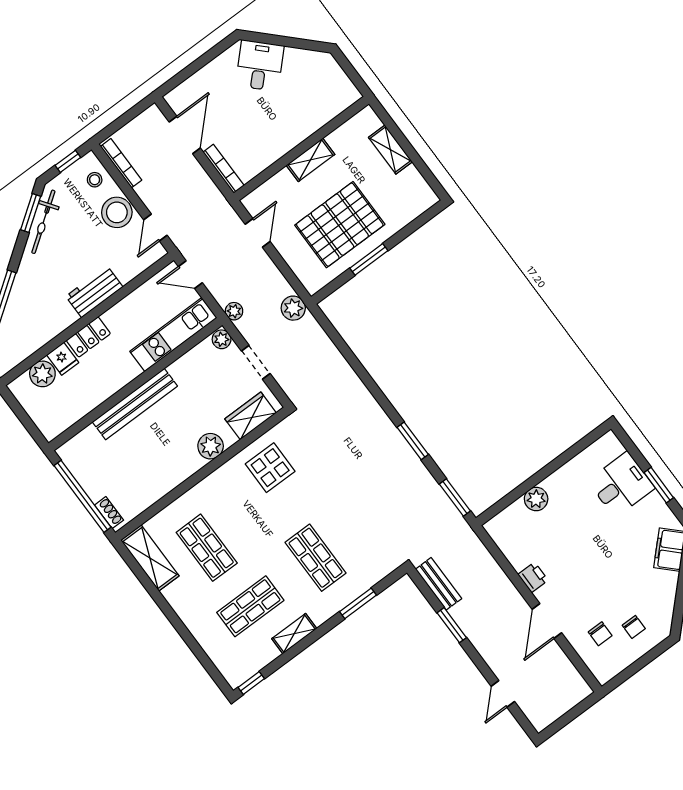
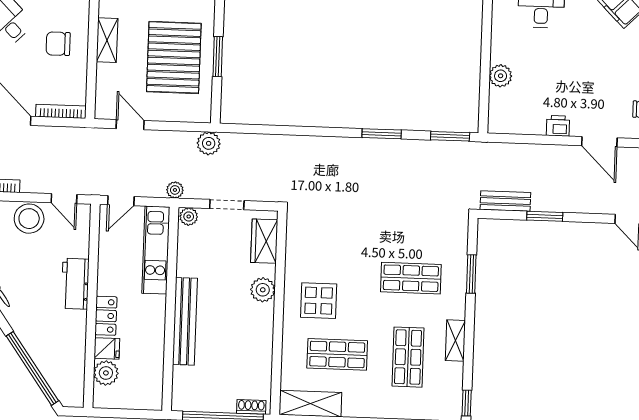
chair: (276, 123) -> (58, 44), added
display table: (270, 468) -> (319, 301), moved

